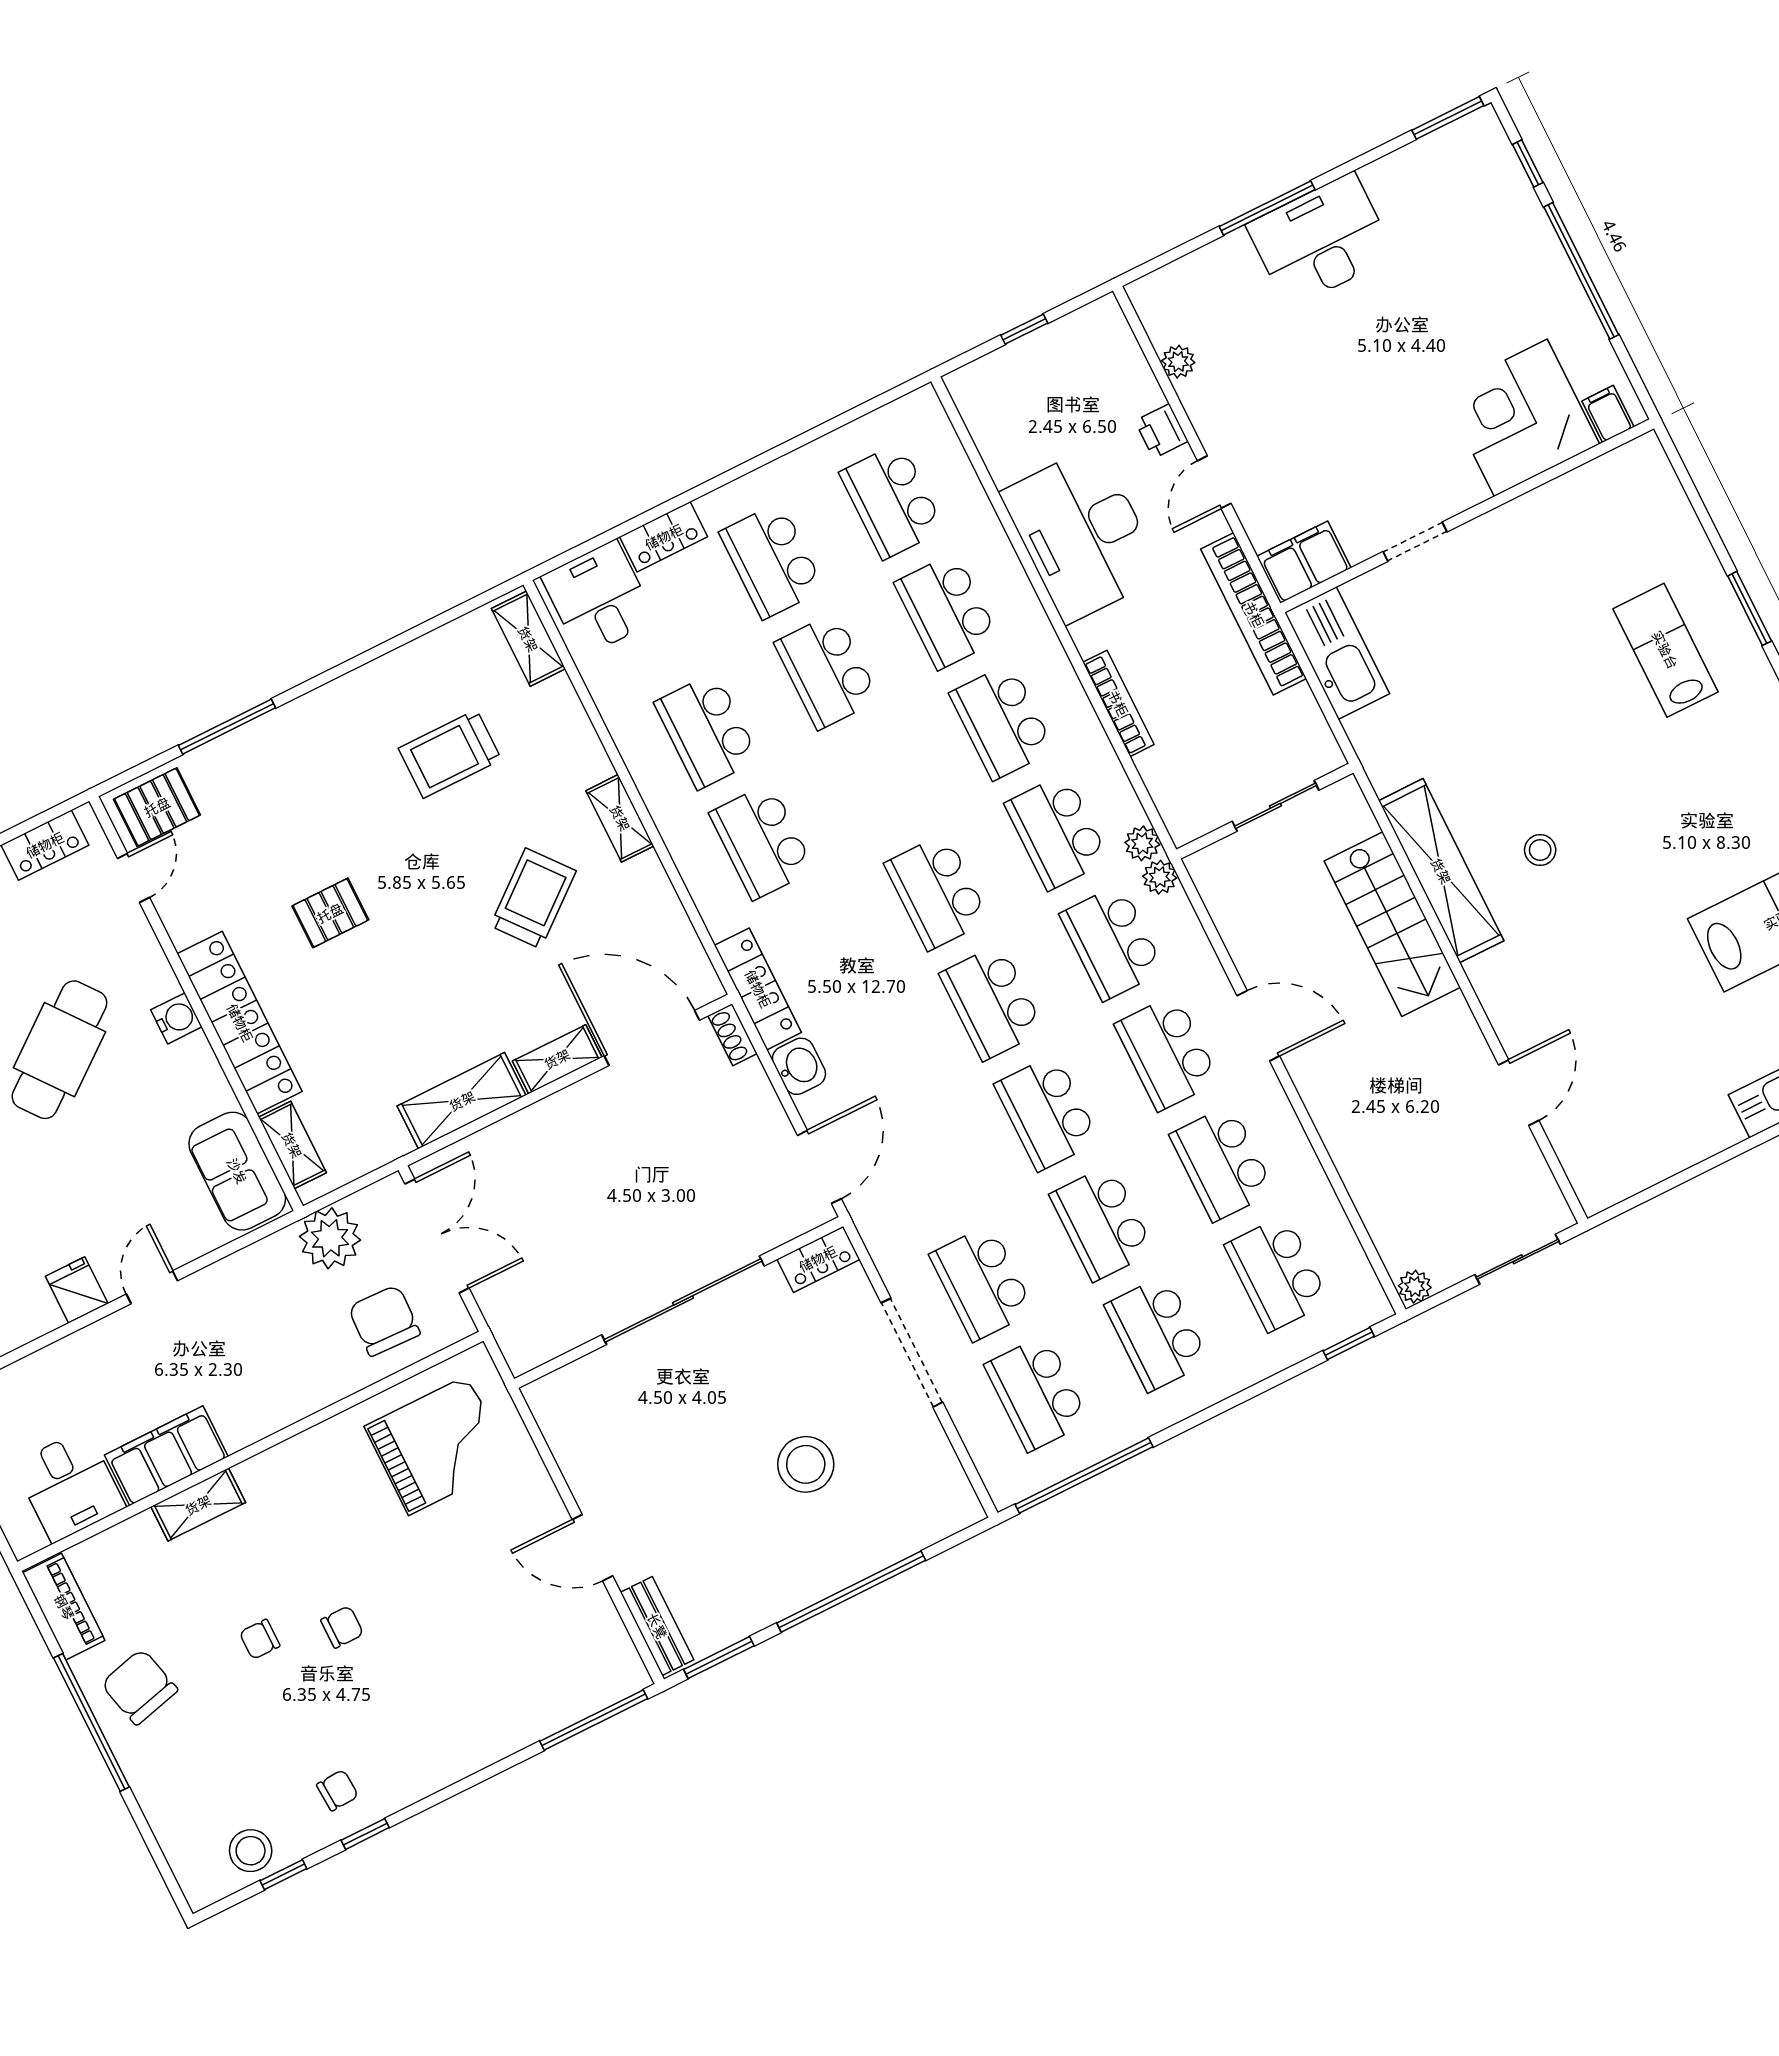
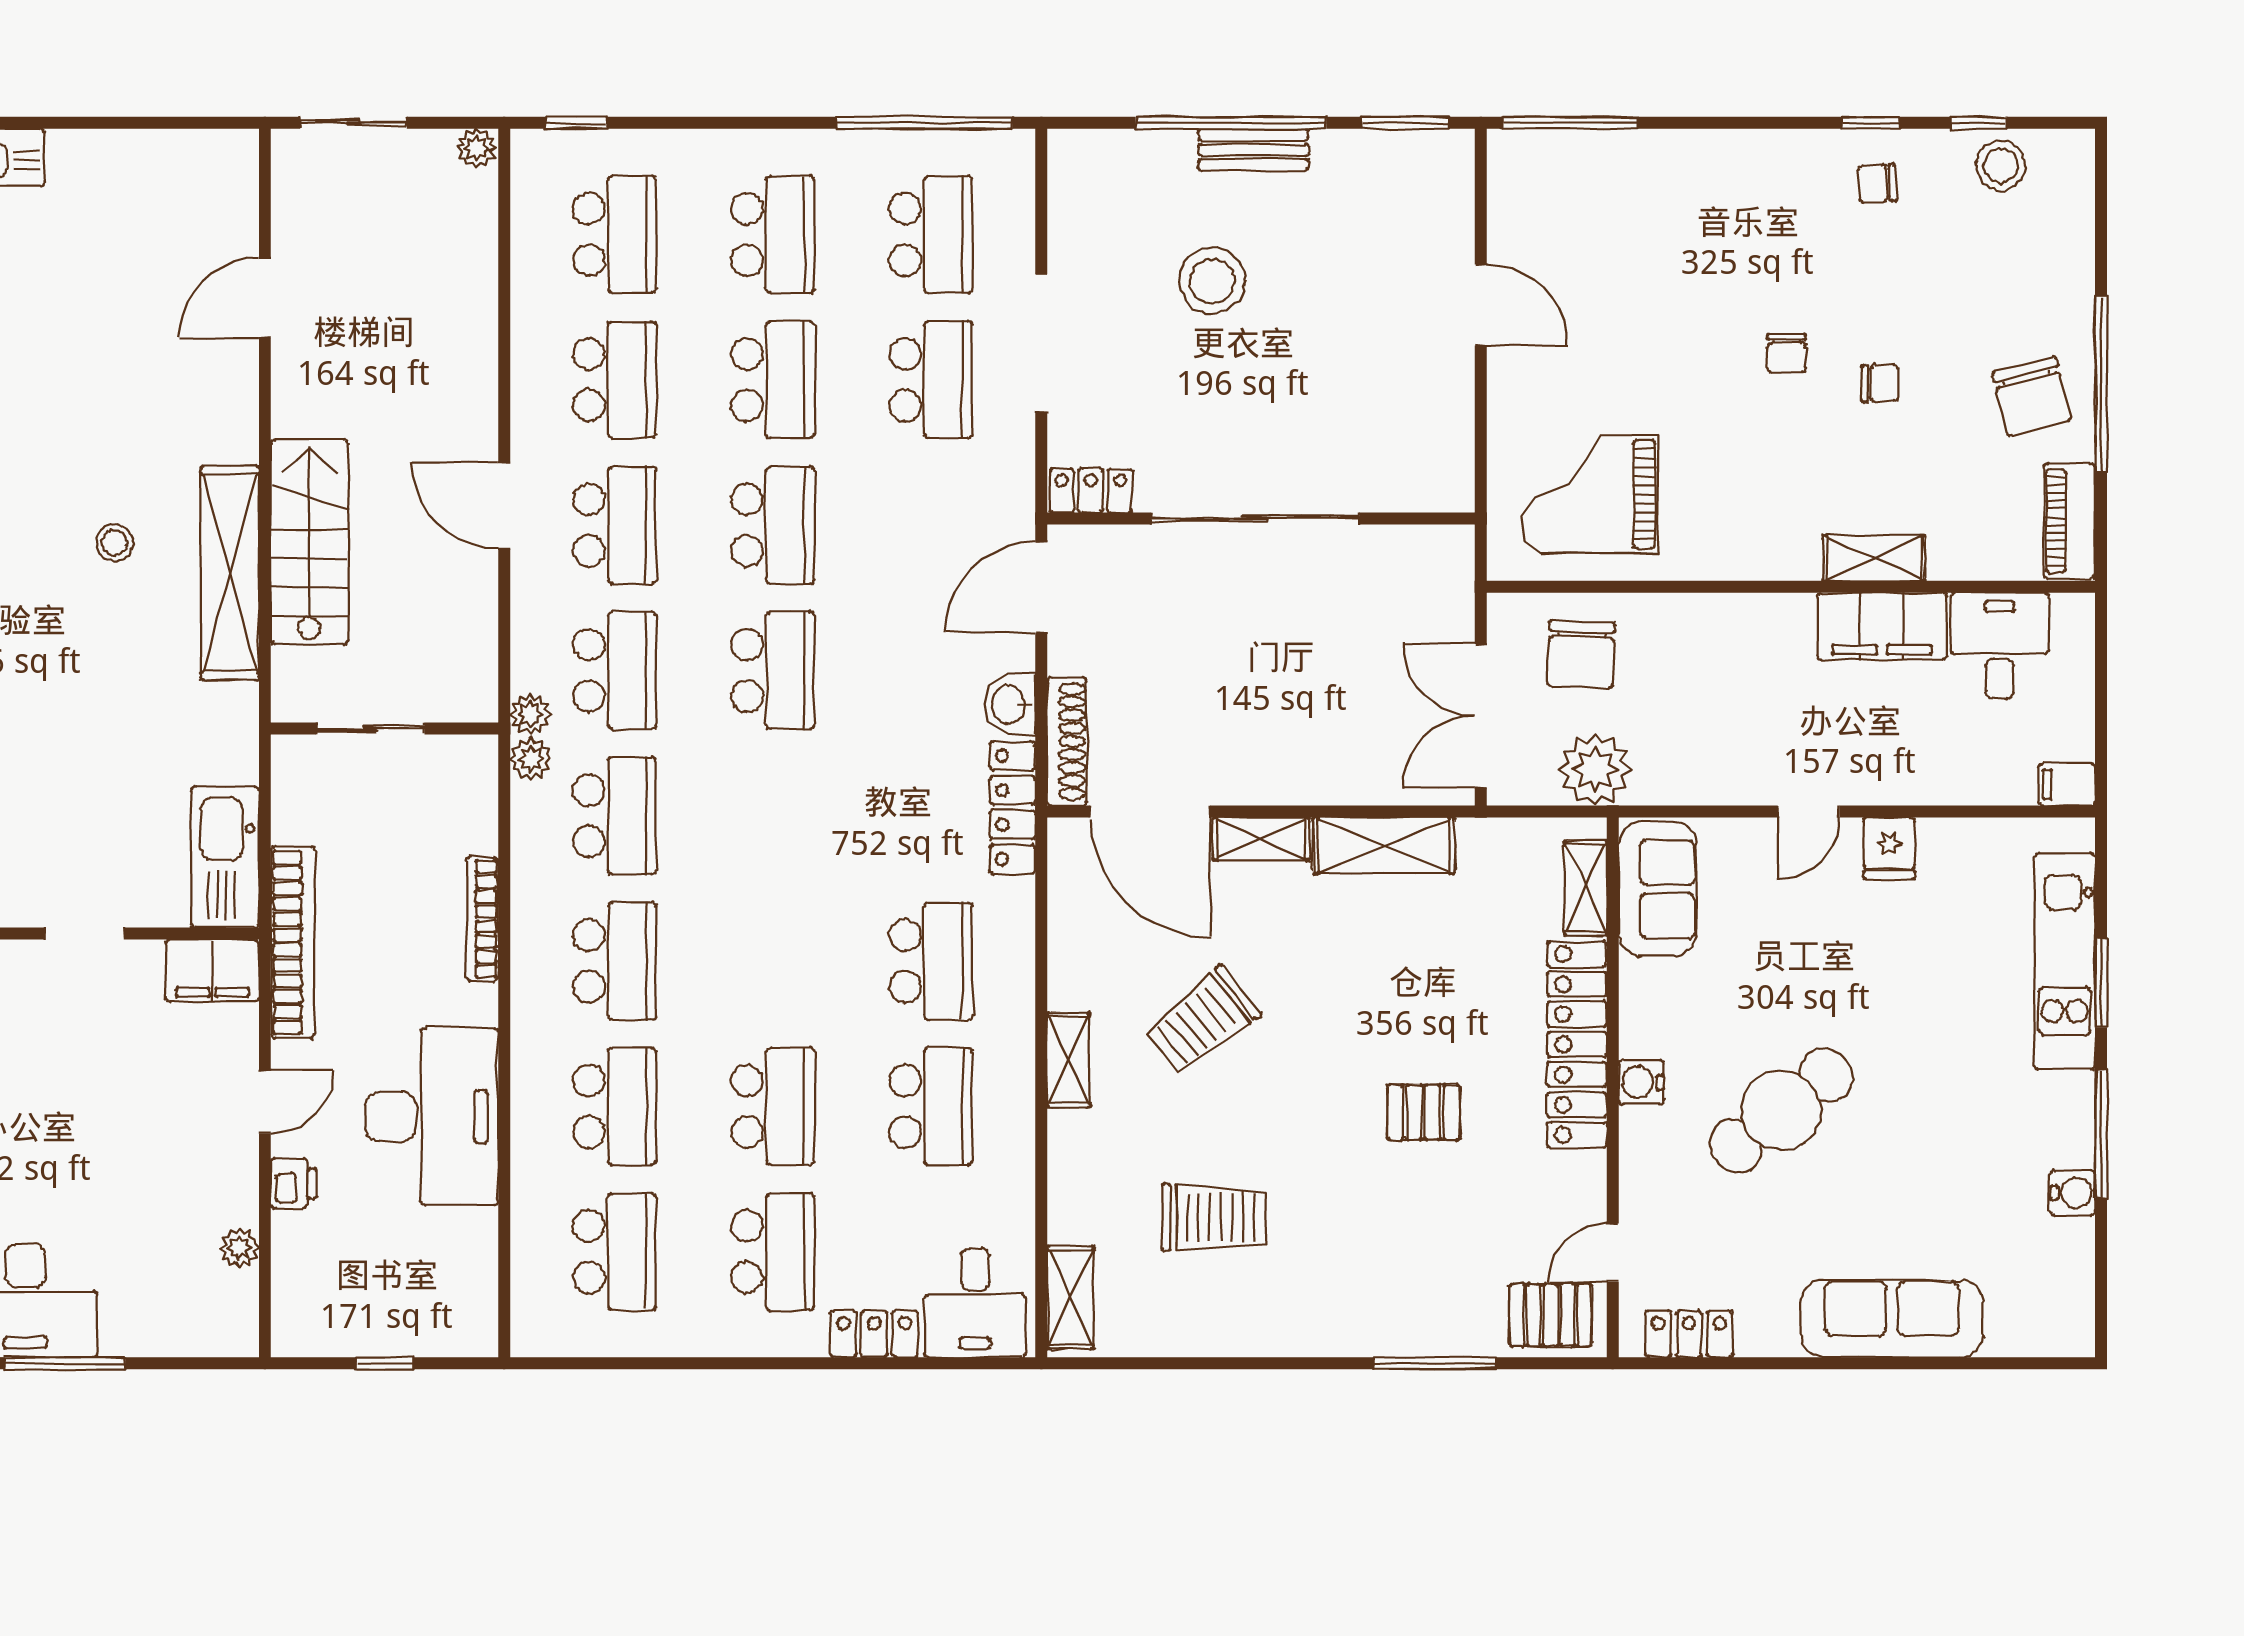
school desk: (937, 892) -> (773, 816), removed
shoe rack: (733, 1035) -> (1067, 741), width x1.94, depth x1.24
bench: (657, 1626) -> (1254, 150), moved, turned 90
chair: (342, 1627) -> (1787, 353), turned -90

